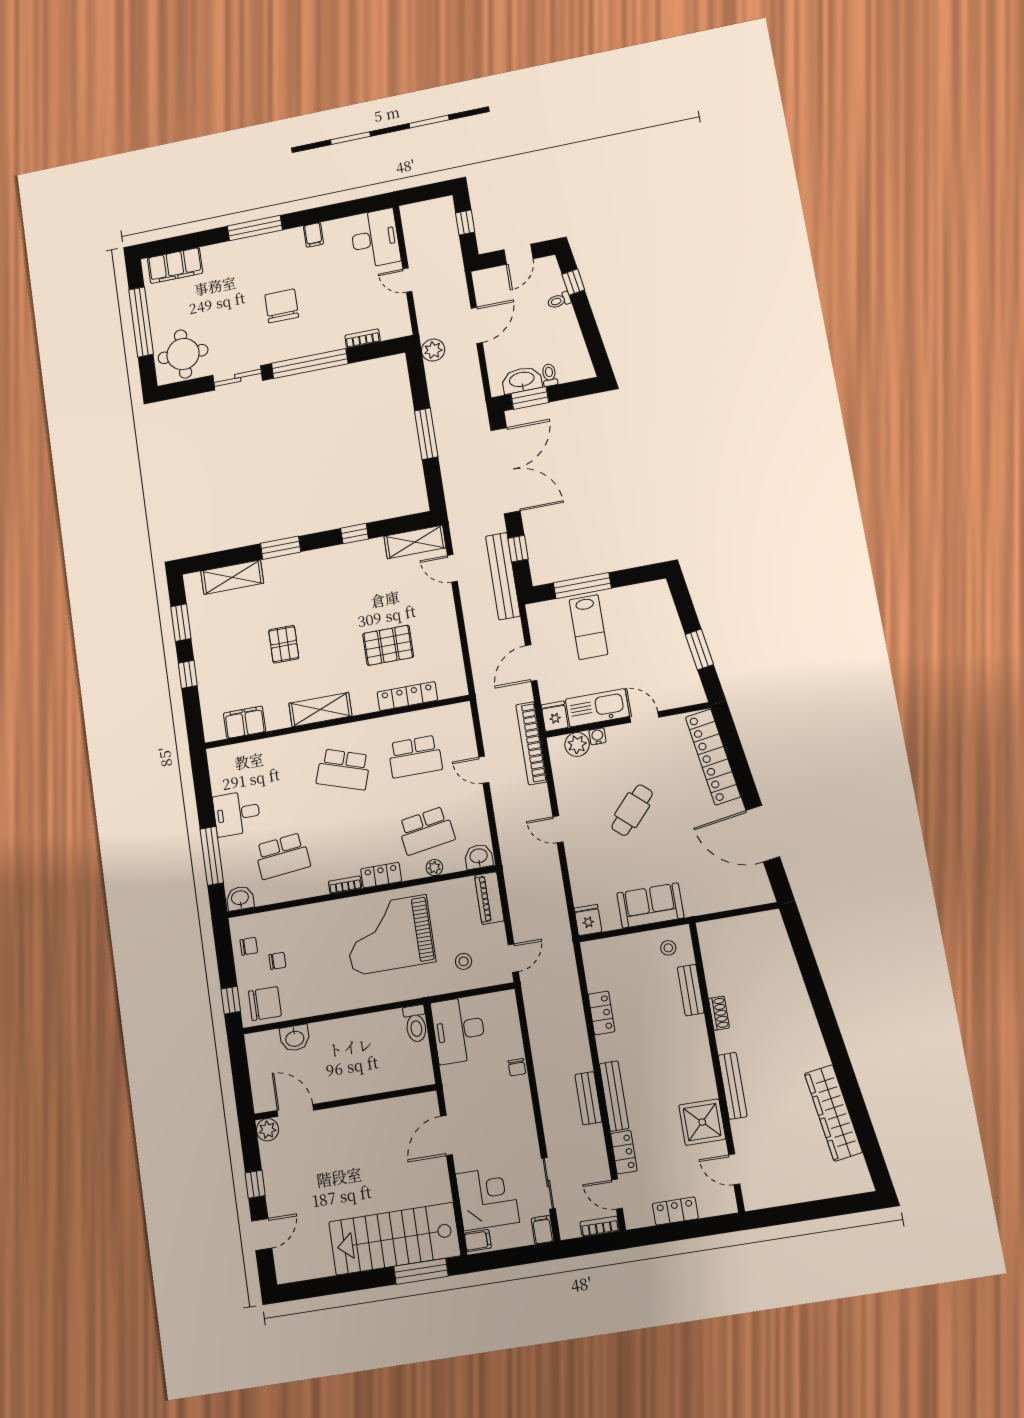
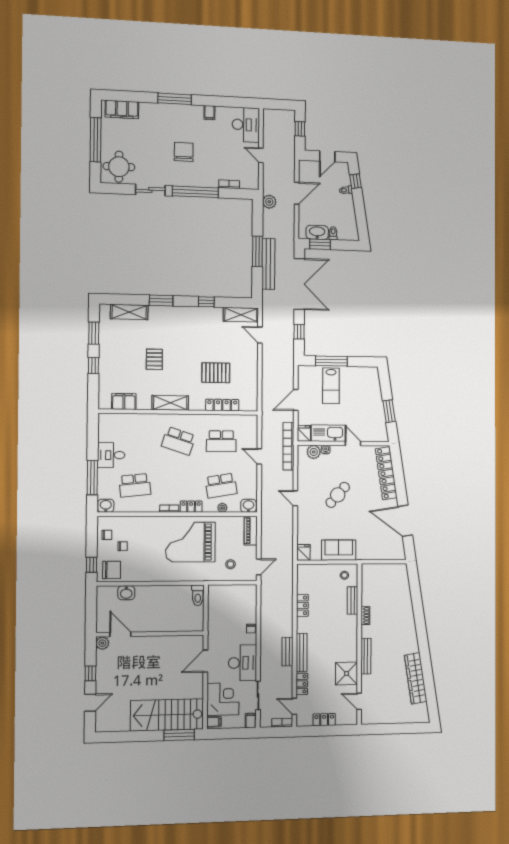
bench: (503, 576) -> (268, 264), moved
desk: (459, 1030) -> (242, 663), moved, turned 180

